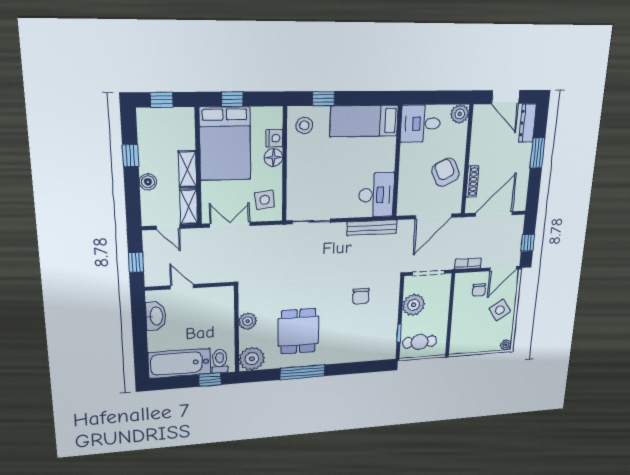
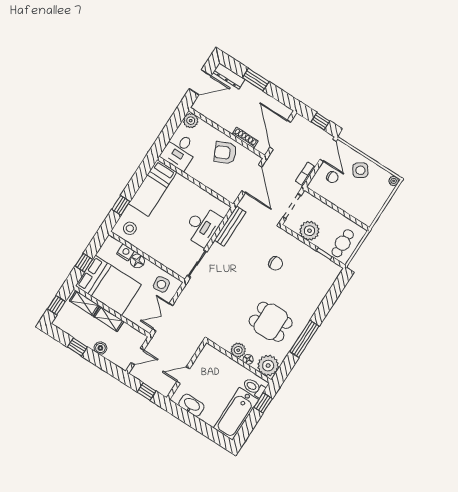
desk: (376, 195) -> (203, 226), moved, turned 90
shelving: (189, 207) -> (84, 303), moved
floor lamp: (245, 337) -> (248, 359), added

